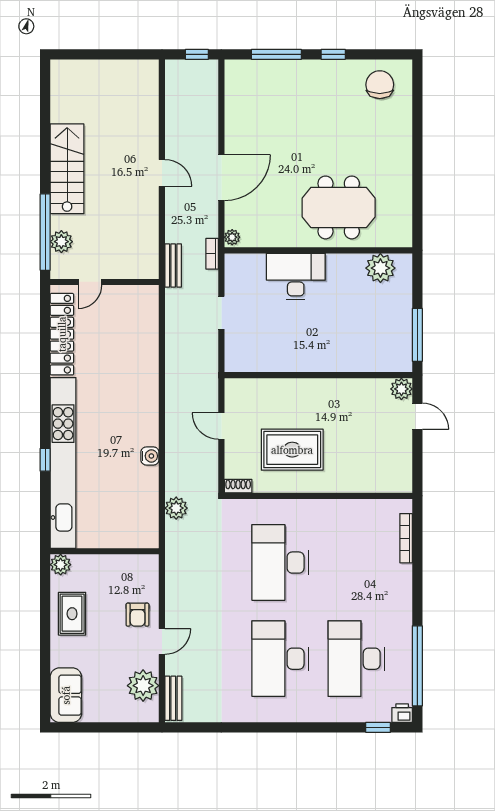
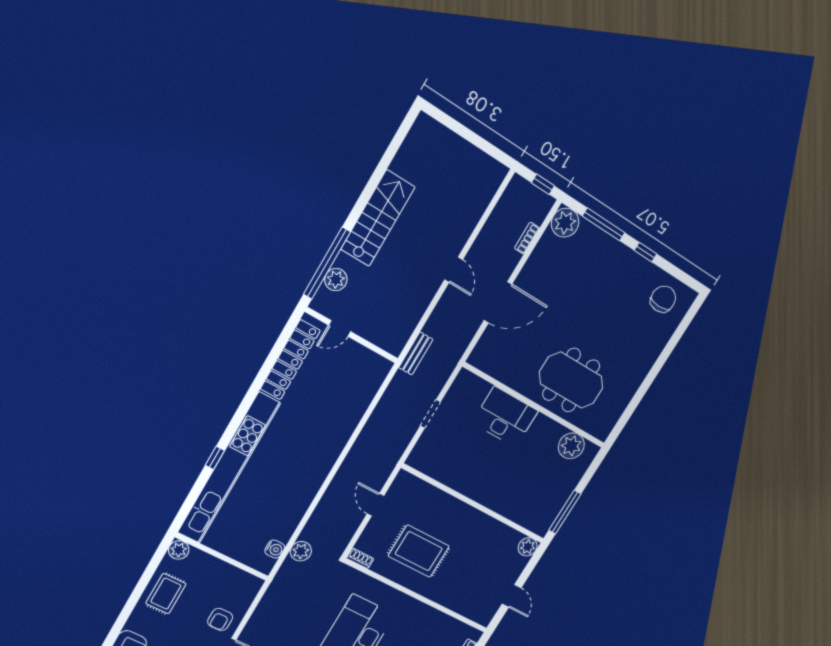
plant: (232, 237) -> (565, 223), moved, width x1.88, depth x1.88
bookcase: (212, 254) -> (527, 238), moved
door: (417, 416) -> (512, 596), moved
water cooler: (150, 456) -> (275, 549), moved

